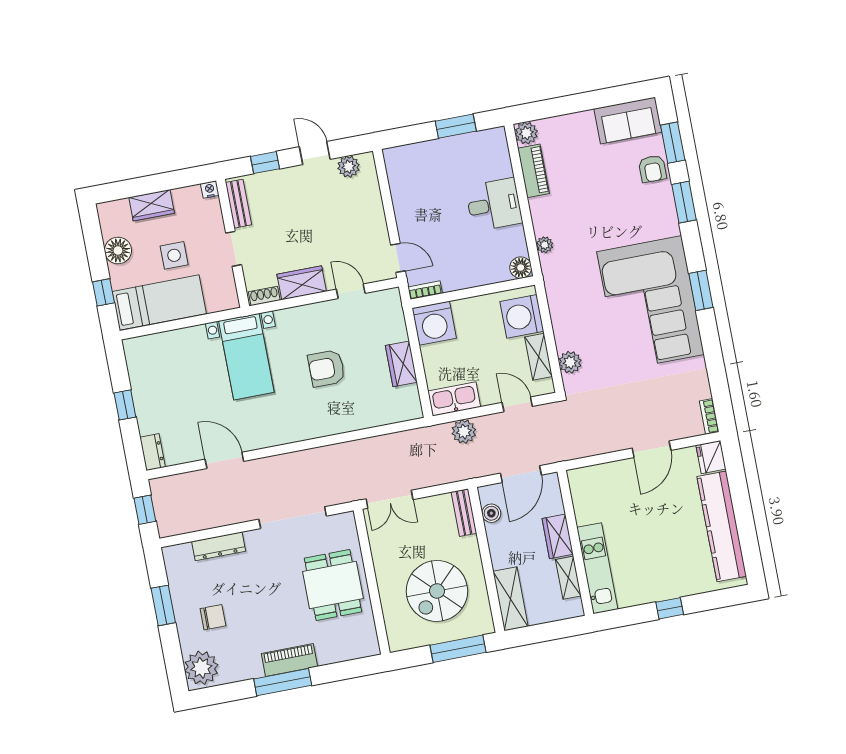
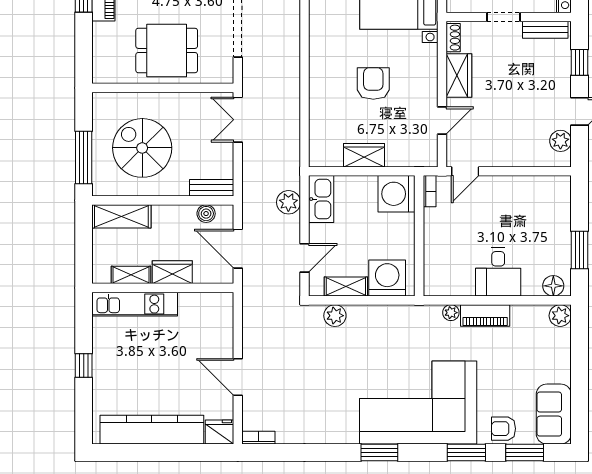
piano: (534, 171) -> (485, 316), moved
floor lamp: (521, 268) -> (553, 286), moved
corner sofa: (650, 303) -> (418, 402), moved

